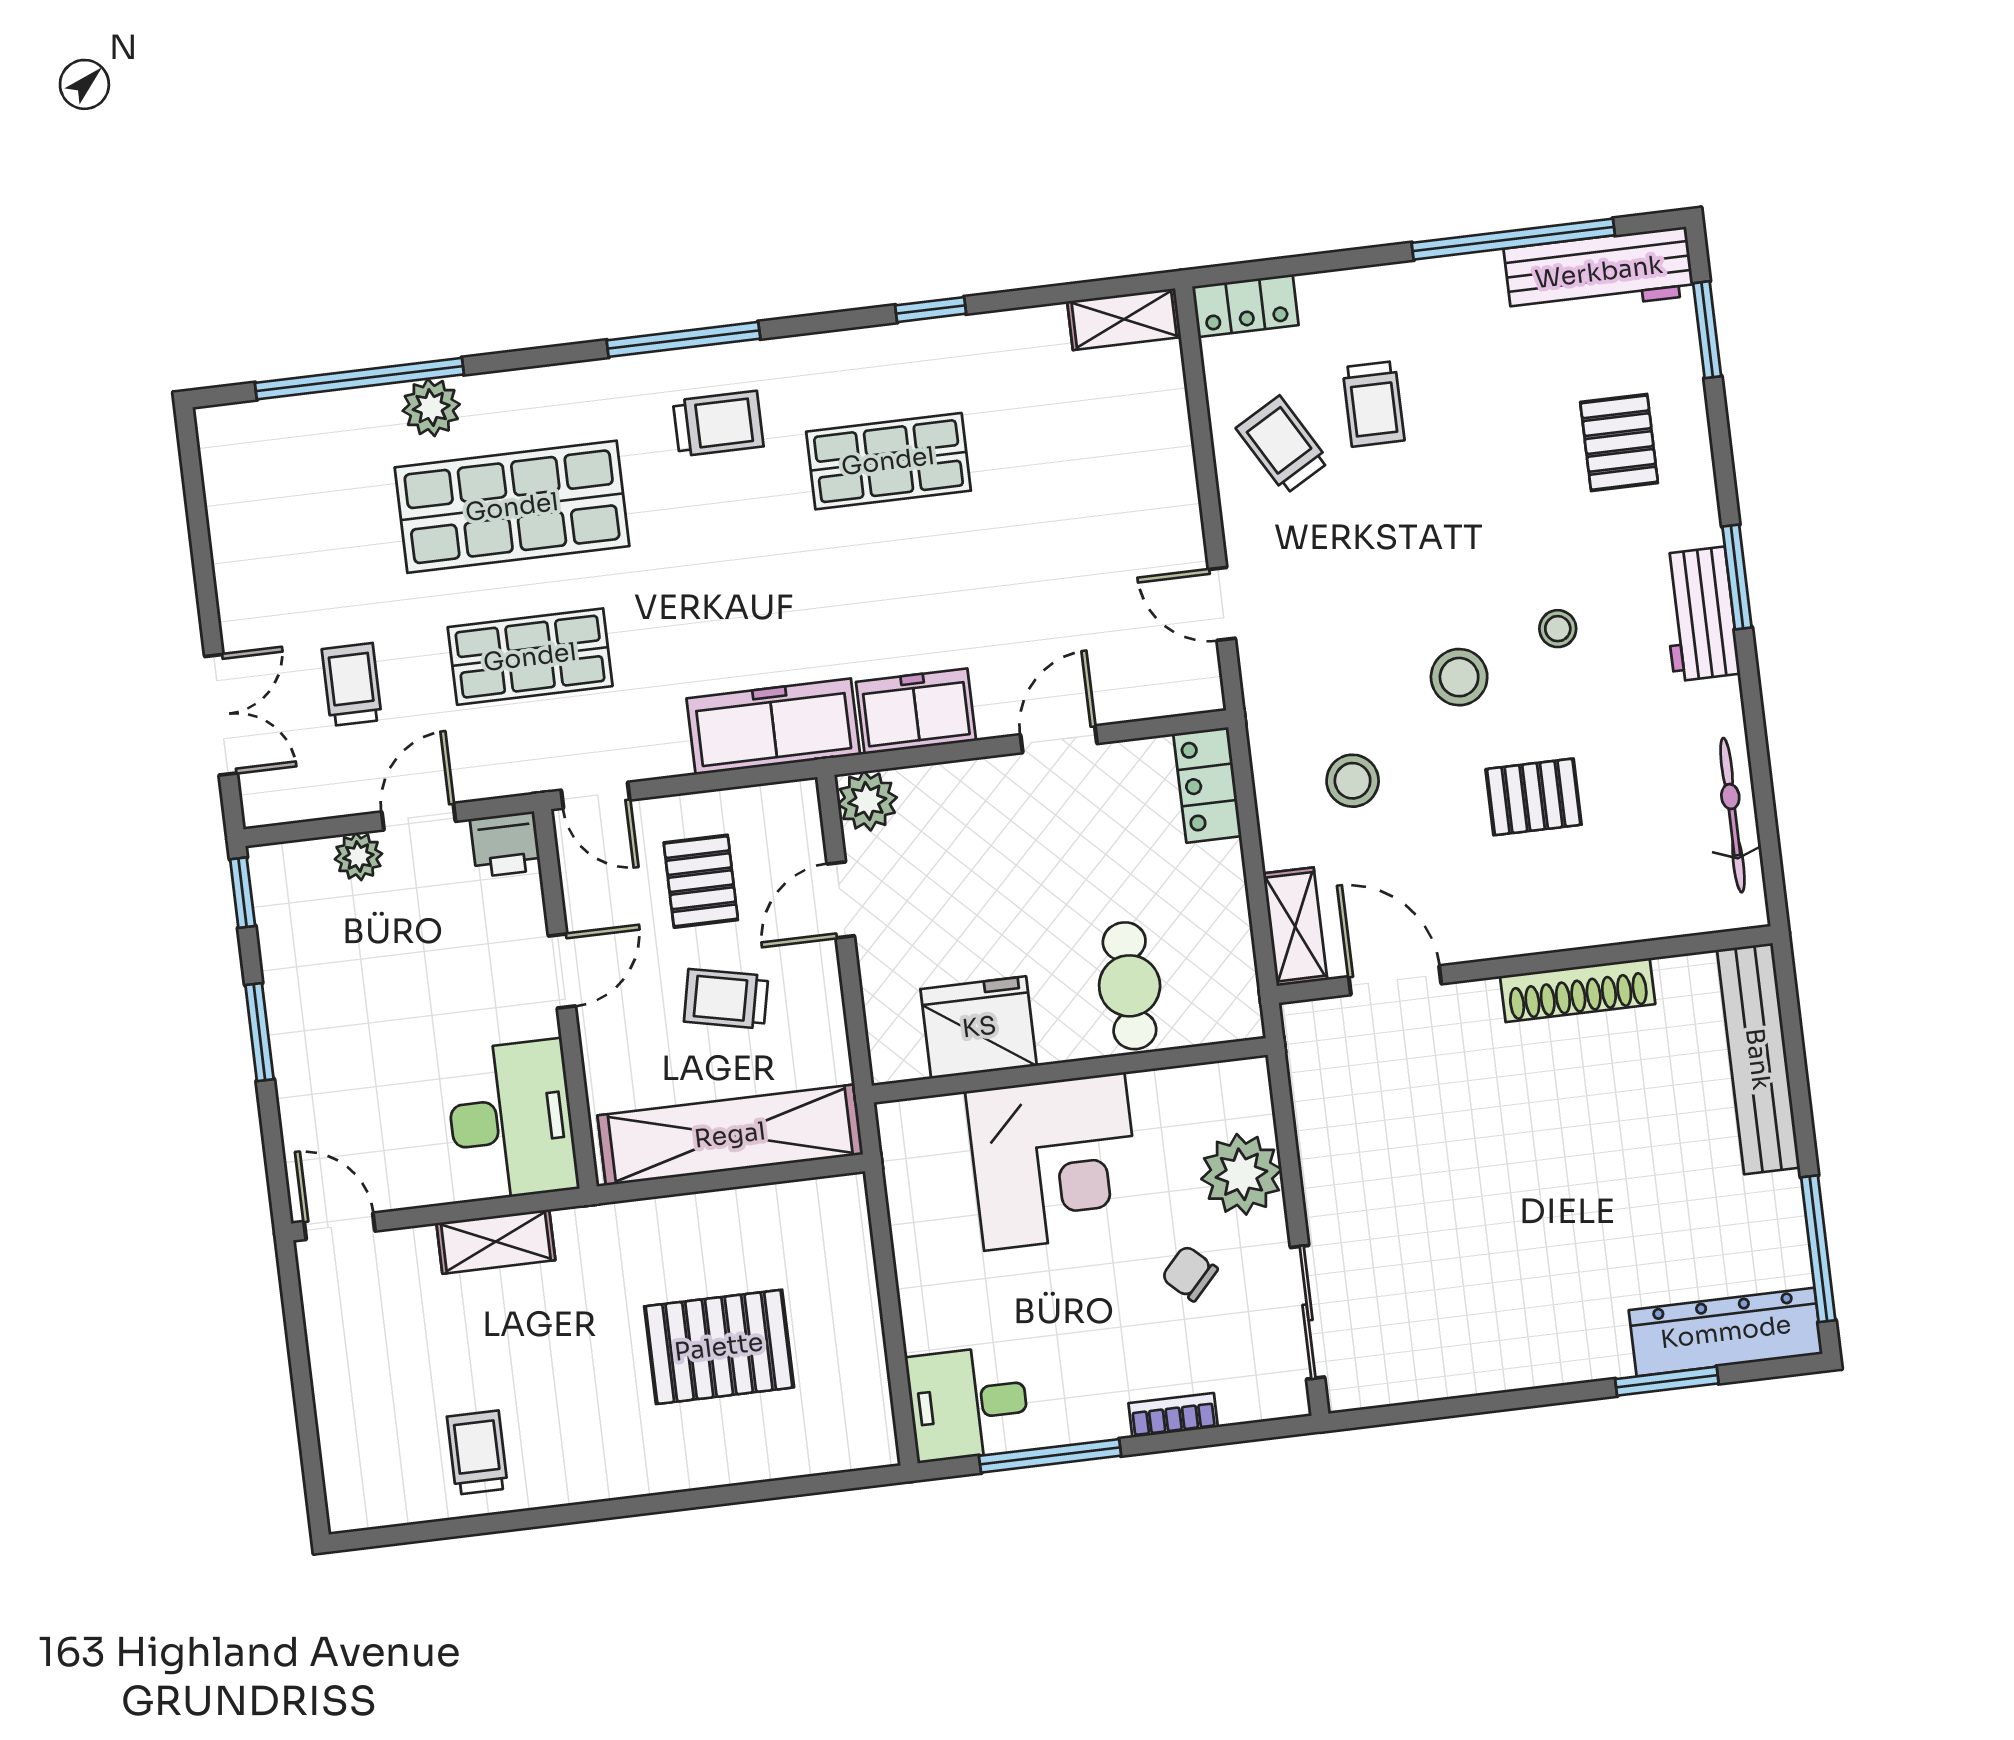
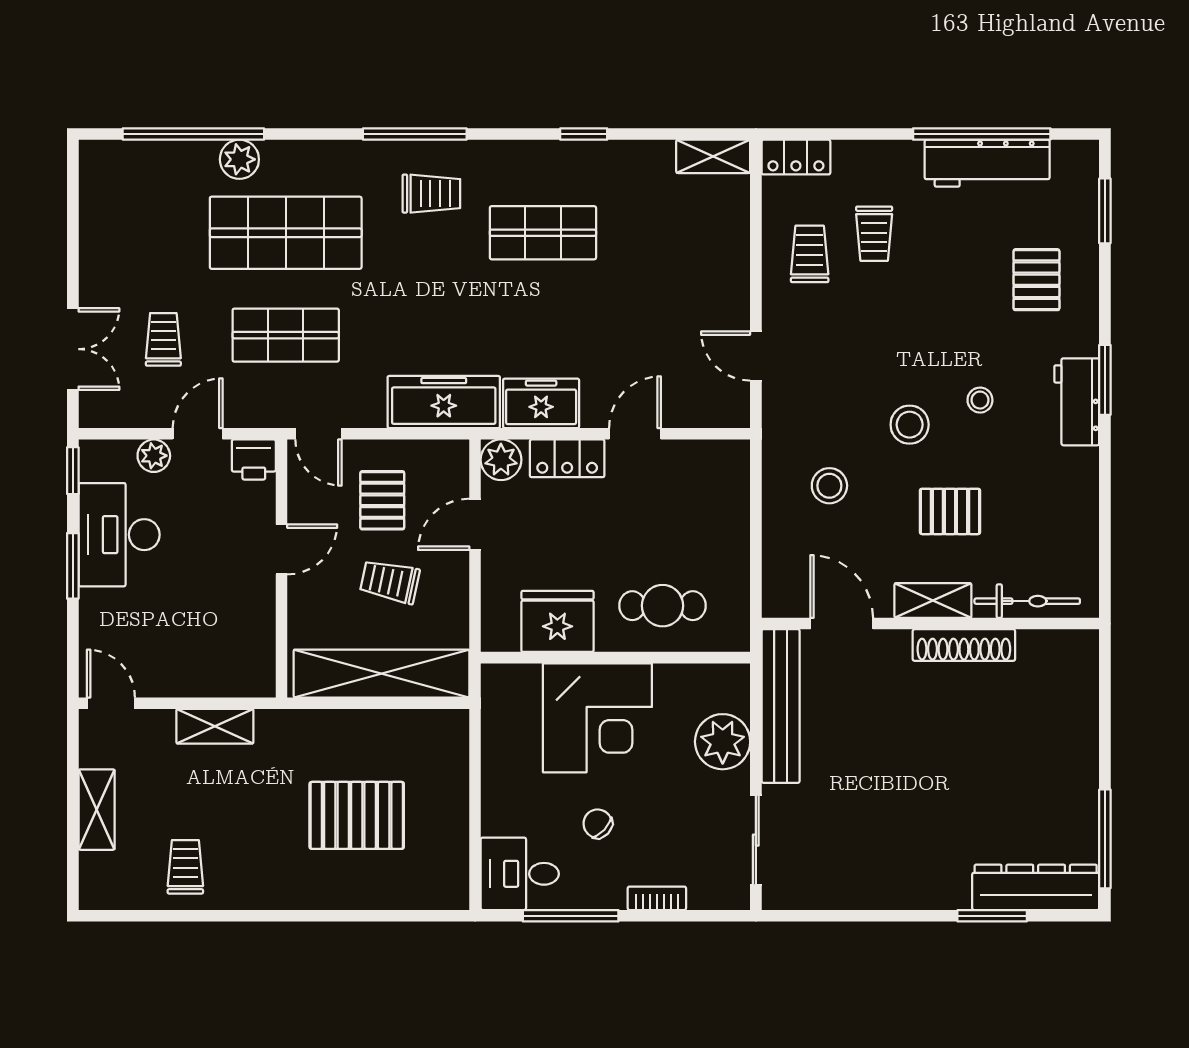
workbench: (1599, 272) -> (987, 163), moved
trolley: (1283, 445) -> (810, 254), turned 30
locker: (1207, 785) -> (567, 458), moved, turned -90
bicycle: (1733, 815) -> (1027, 601), moved, turned 90
shelving: (1295, 927) -> (933, 601), moved, turned 90
cafe table: (1130, 986) -> (663, 606), turned 90
bench: (1758, 1059) -> (781, 706), moved
desk: (511, 1120) -> (119, 535), moved, turned 180
chair: (1190, 1273) -> (598, 824), moved
shelving: (337, 1384) -> (97, 810), added

